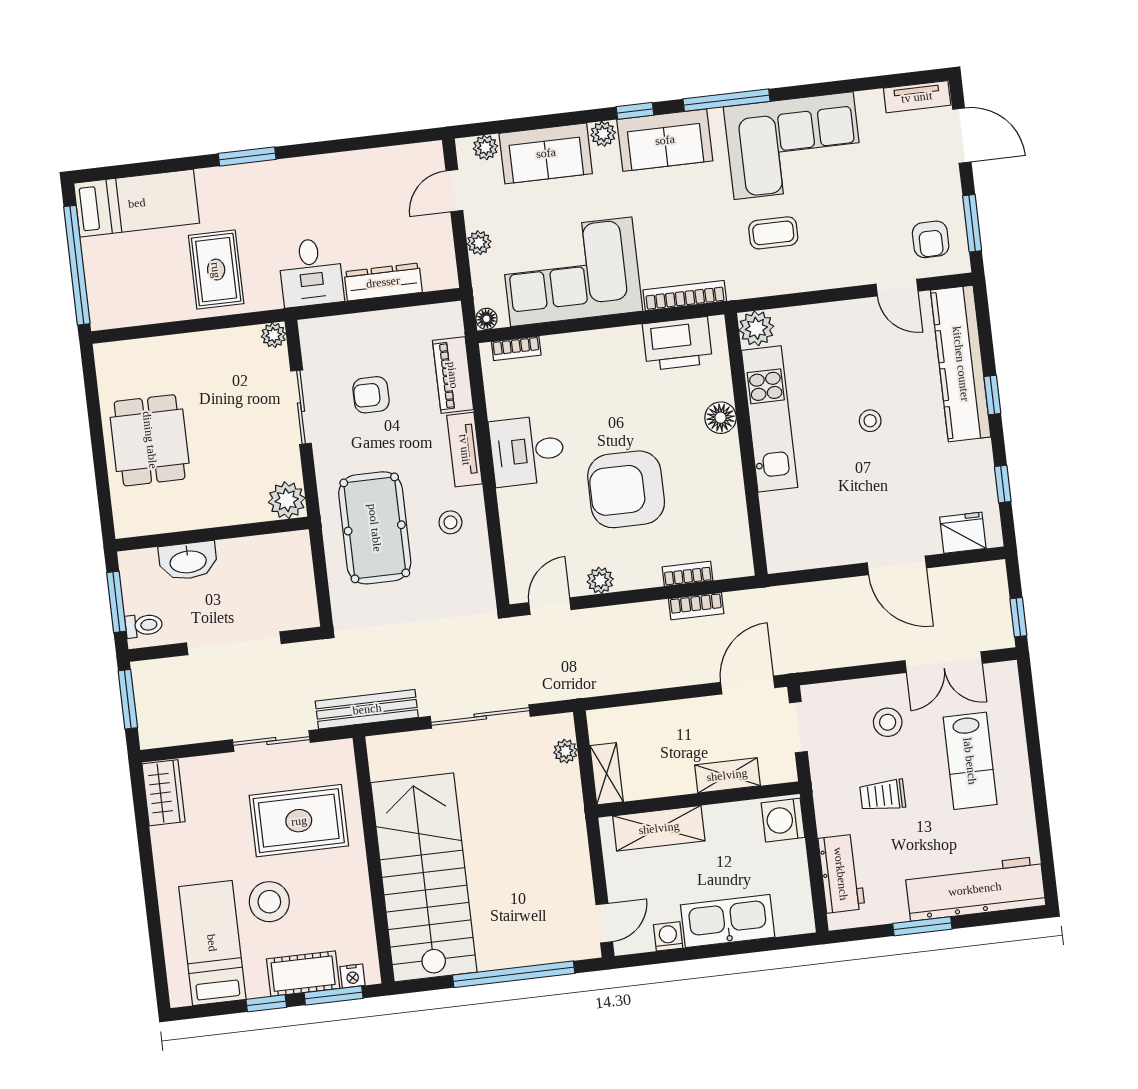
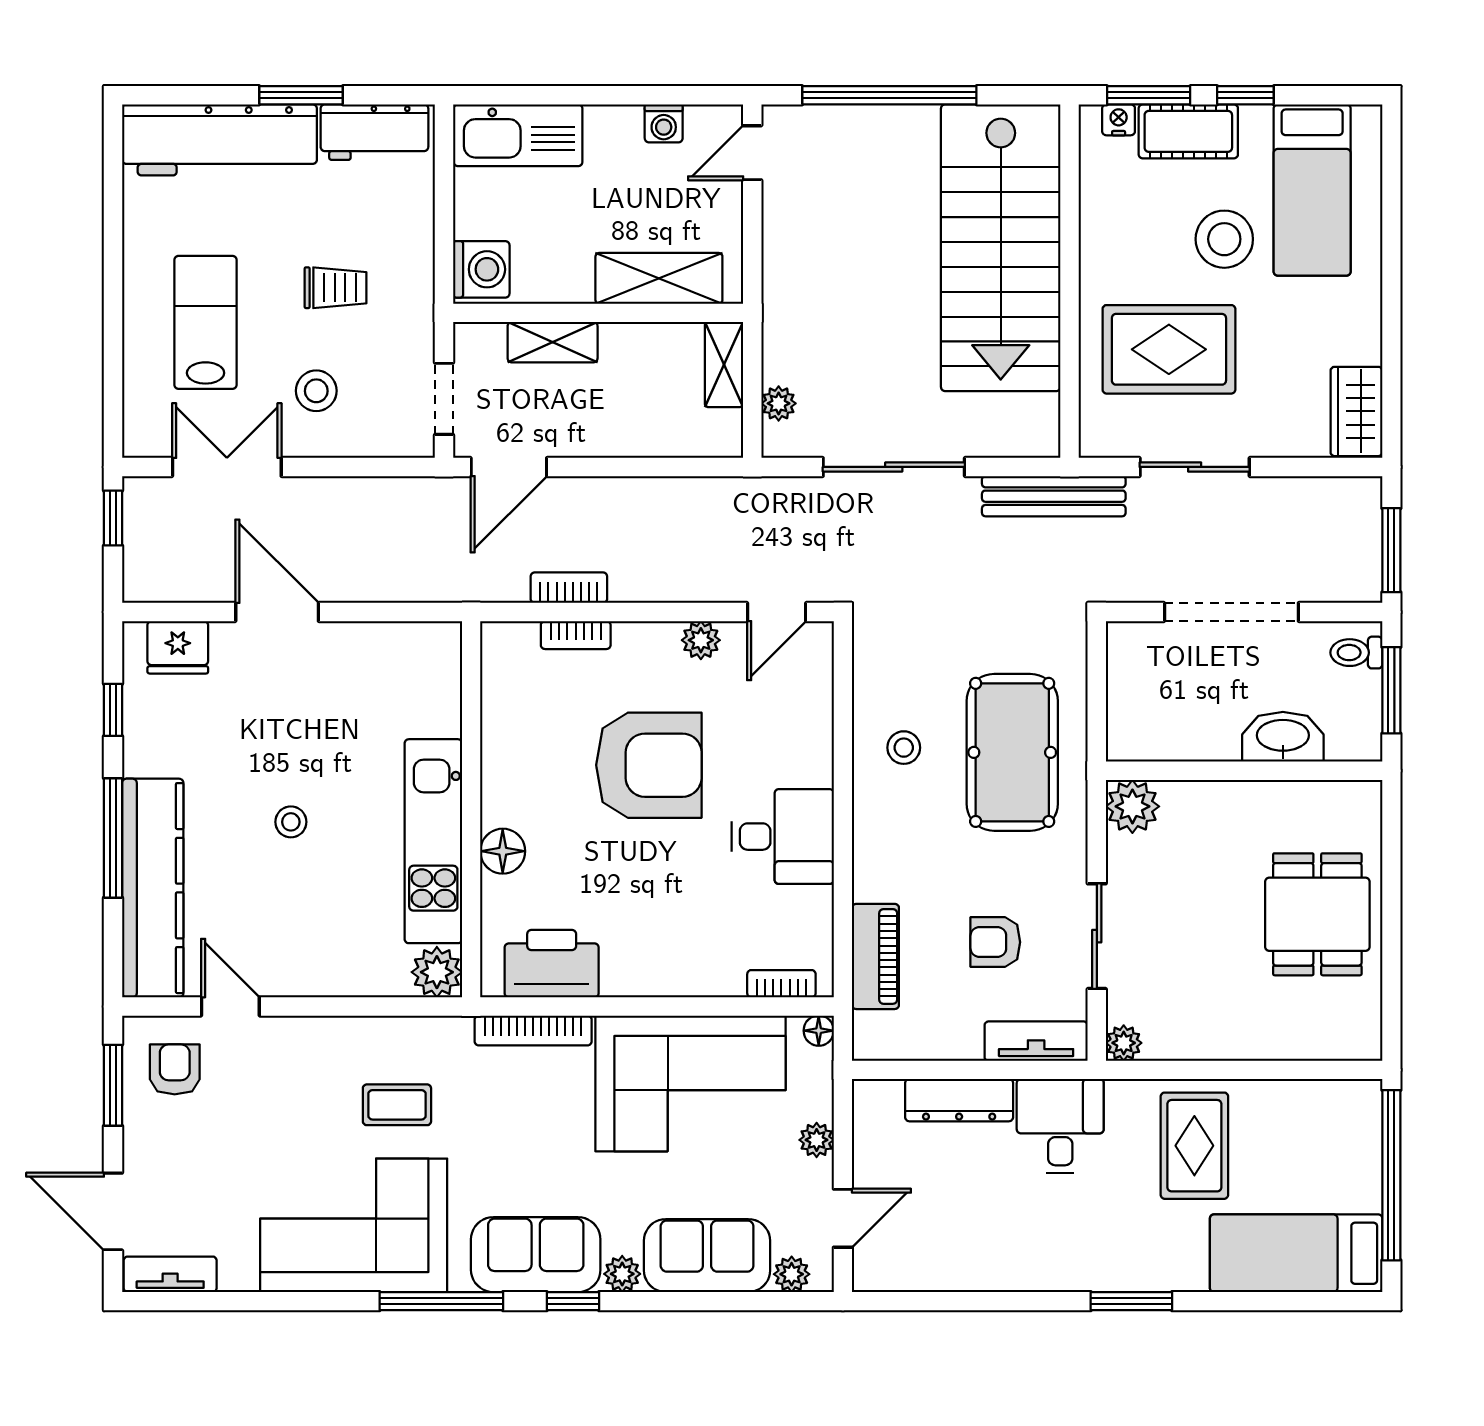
armchair: (371, 395) -> (995, 942), turned 180
window: (992, 395) -> (113, 838), width x2.17
tv unit: (465, 450) -> (1036, 1041), moved, turned -90
workbench: (841, 874) -> (374, 132), moved, turned -90
kitchen sink: (728, 921) -> (518, 135), moved

